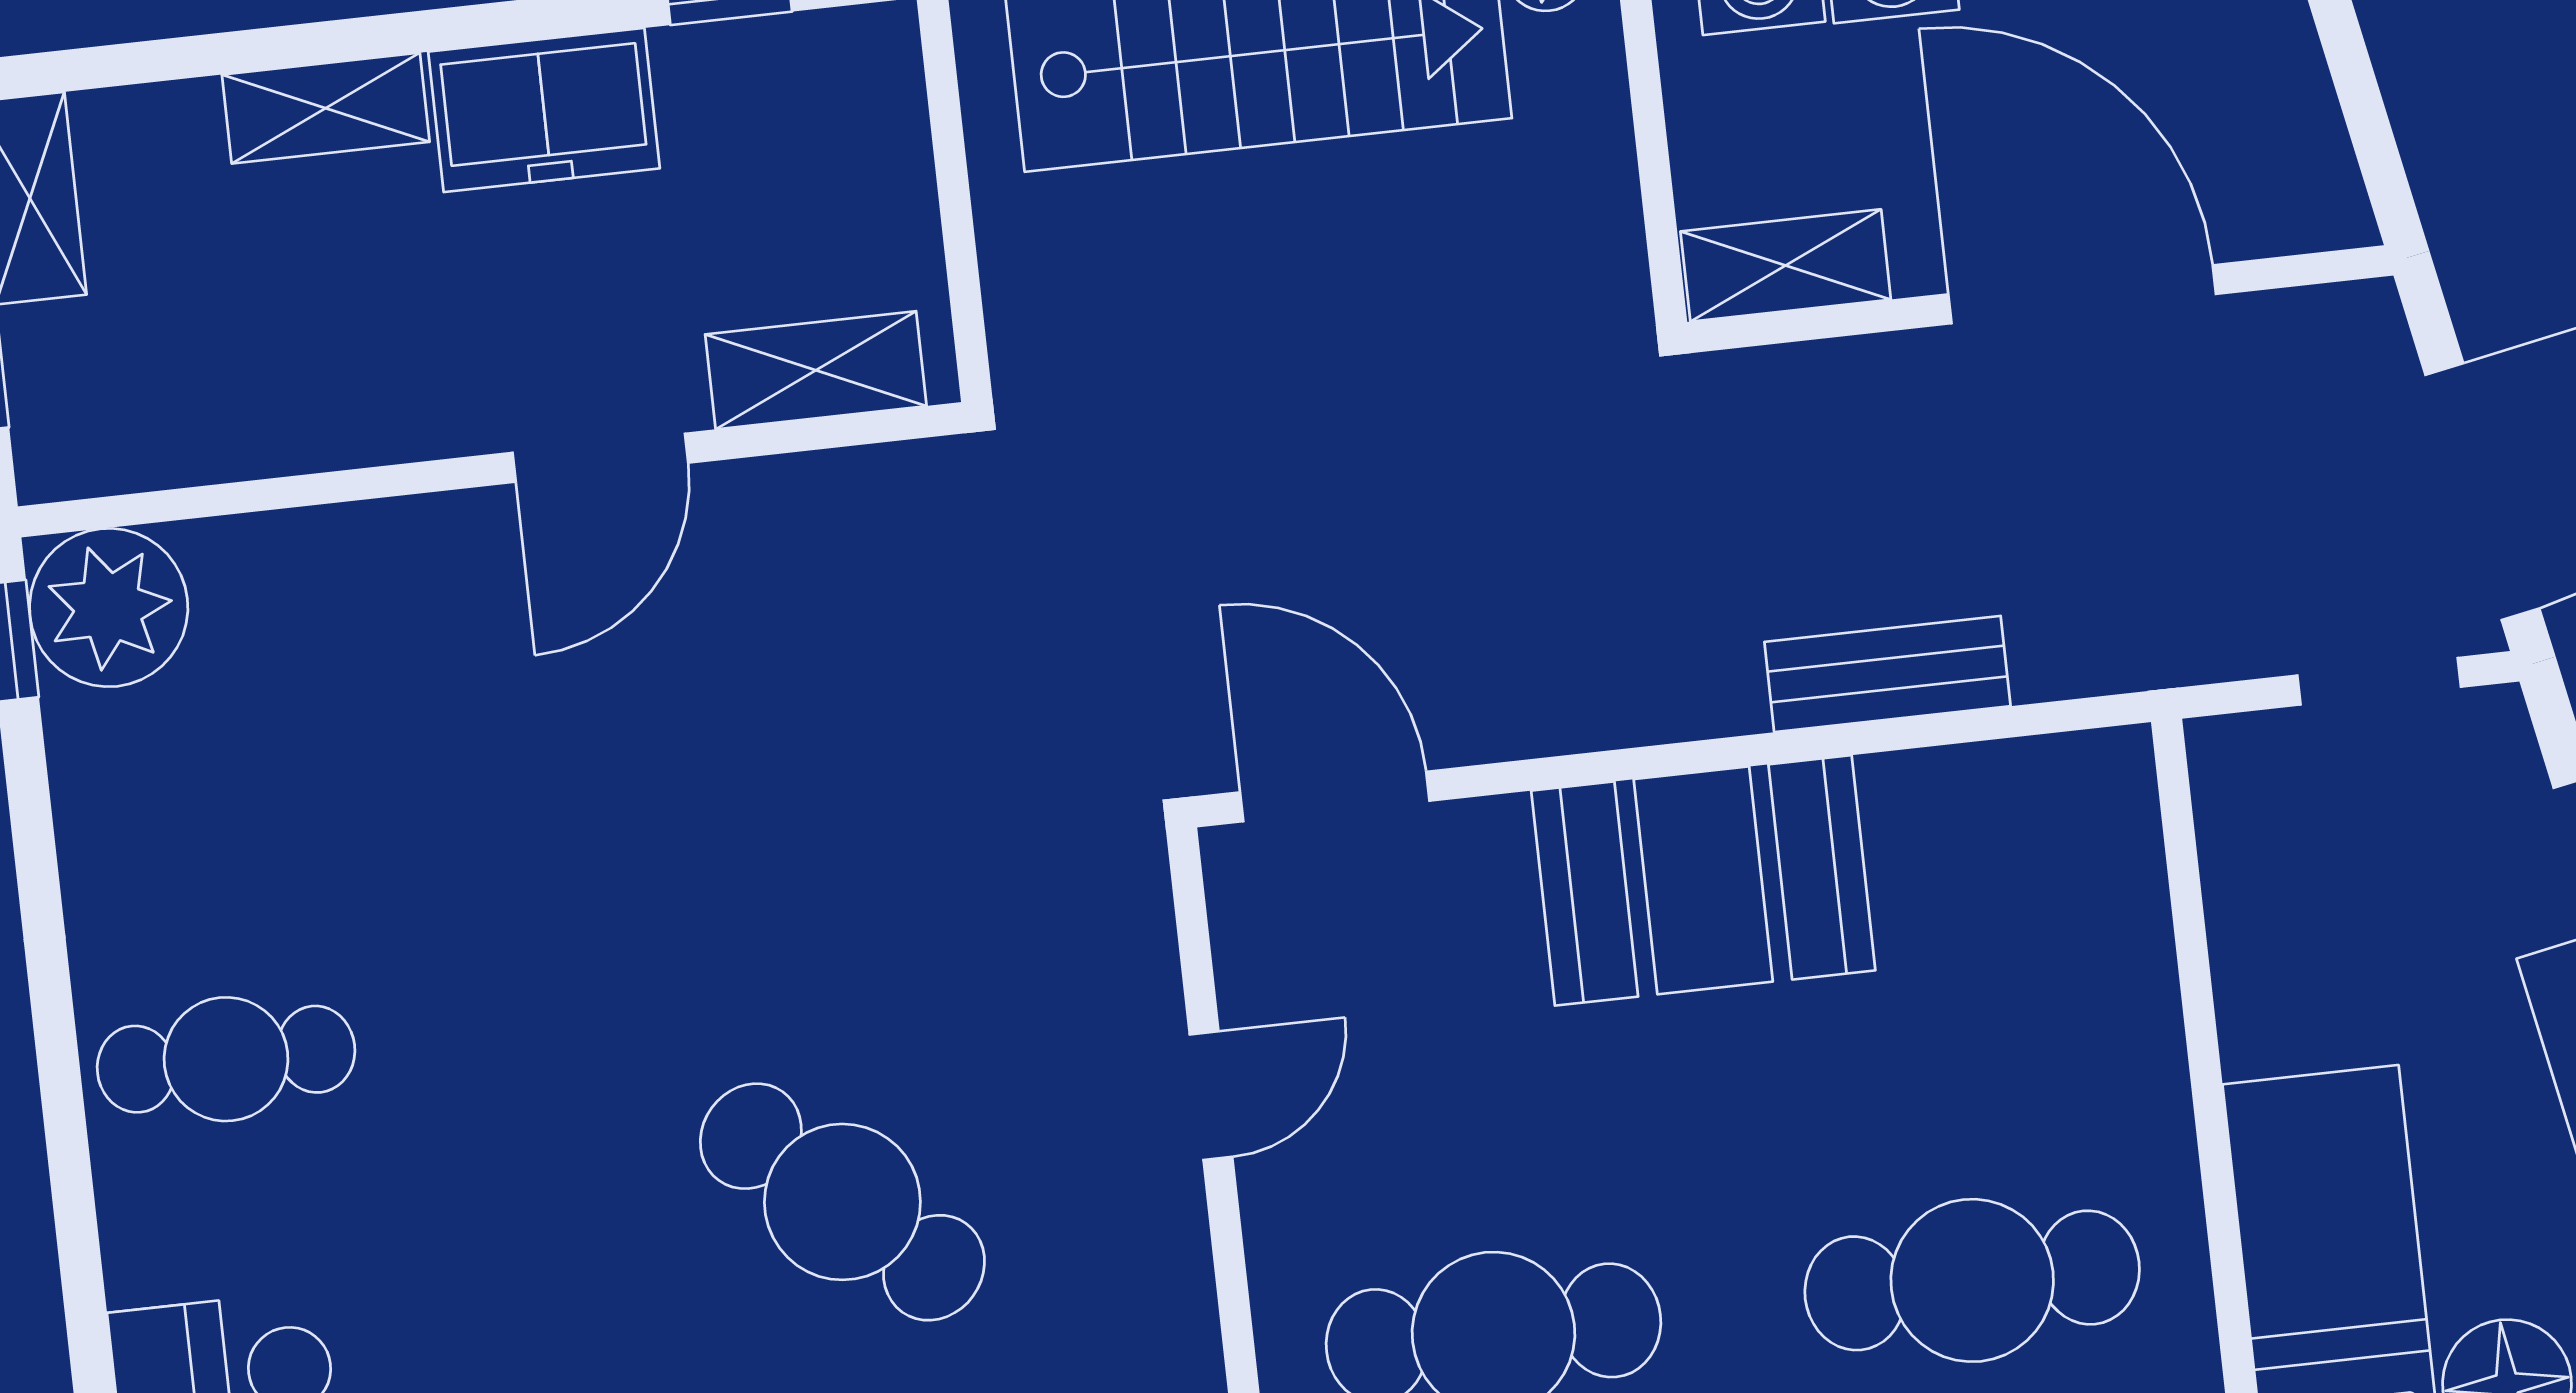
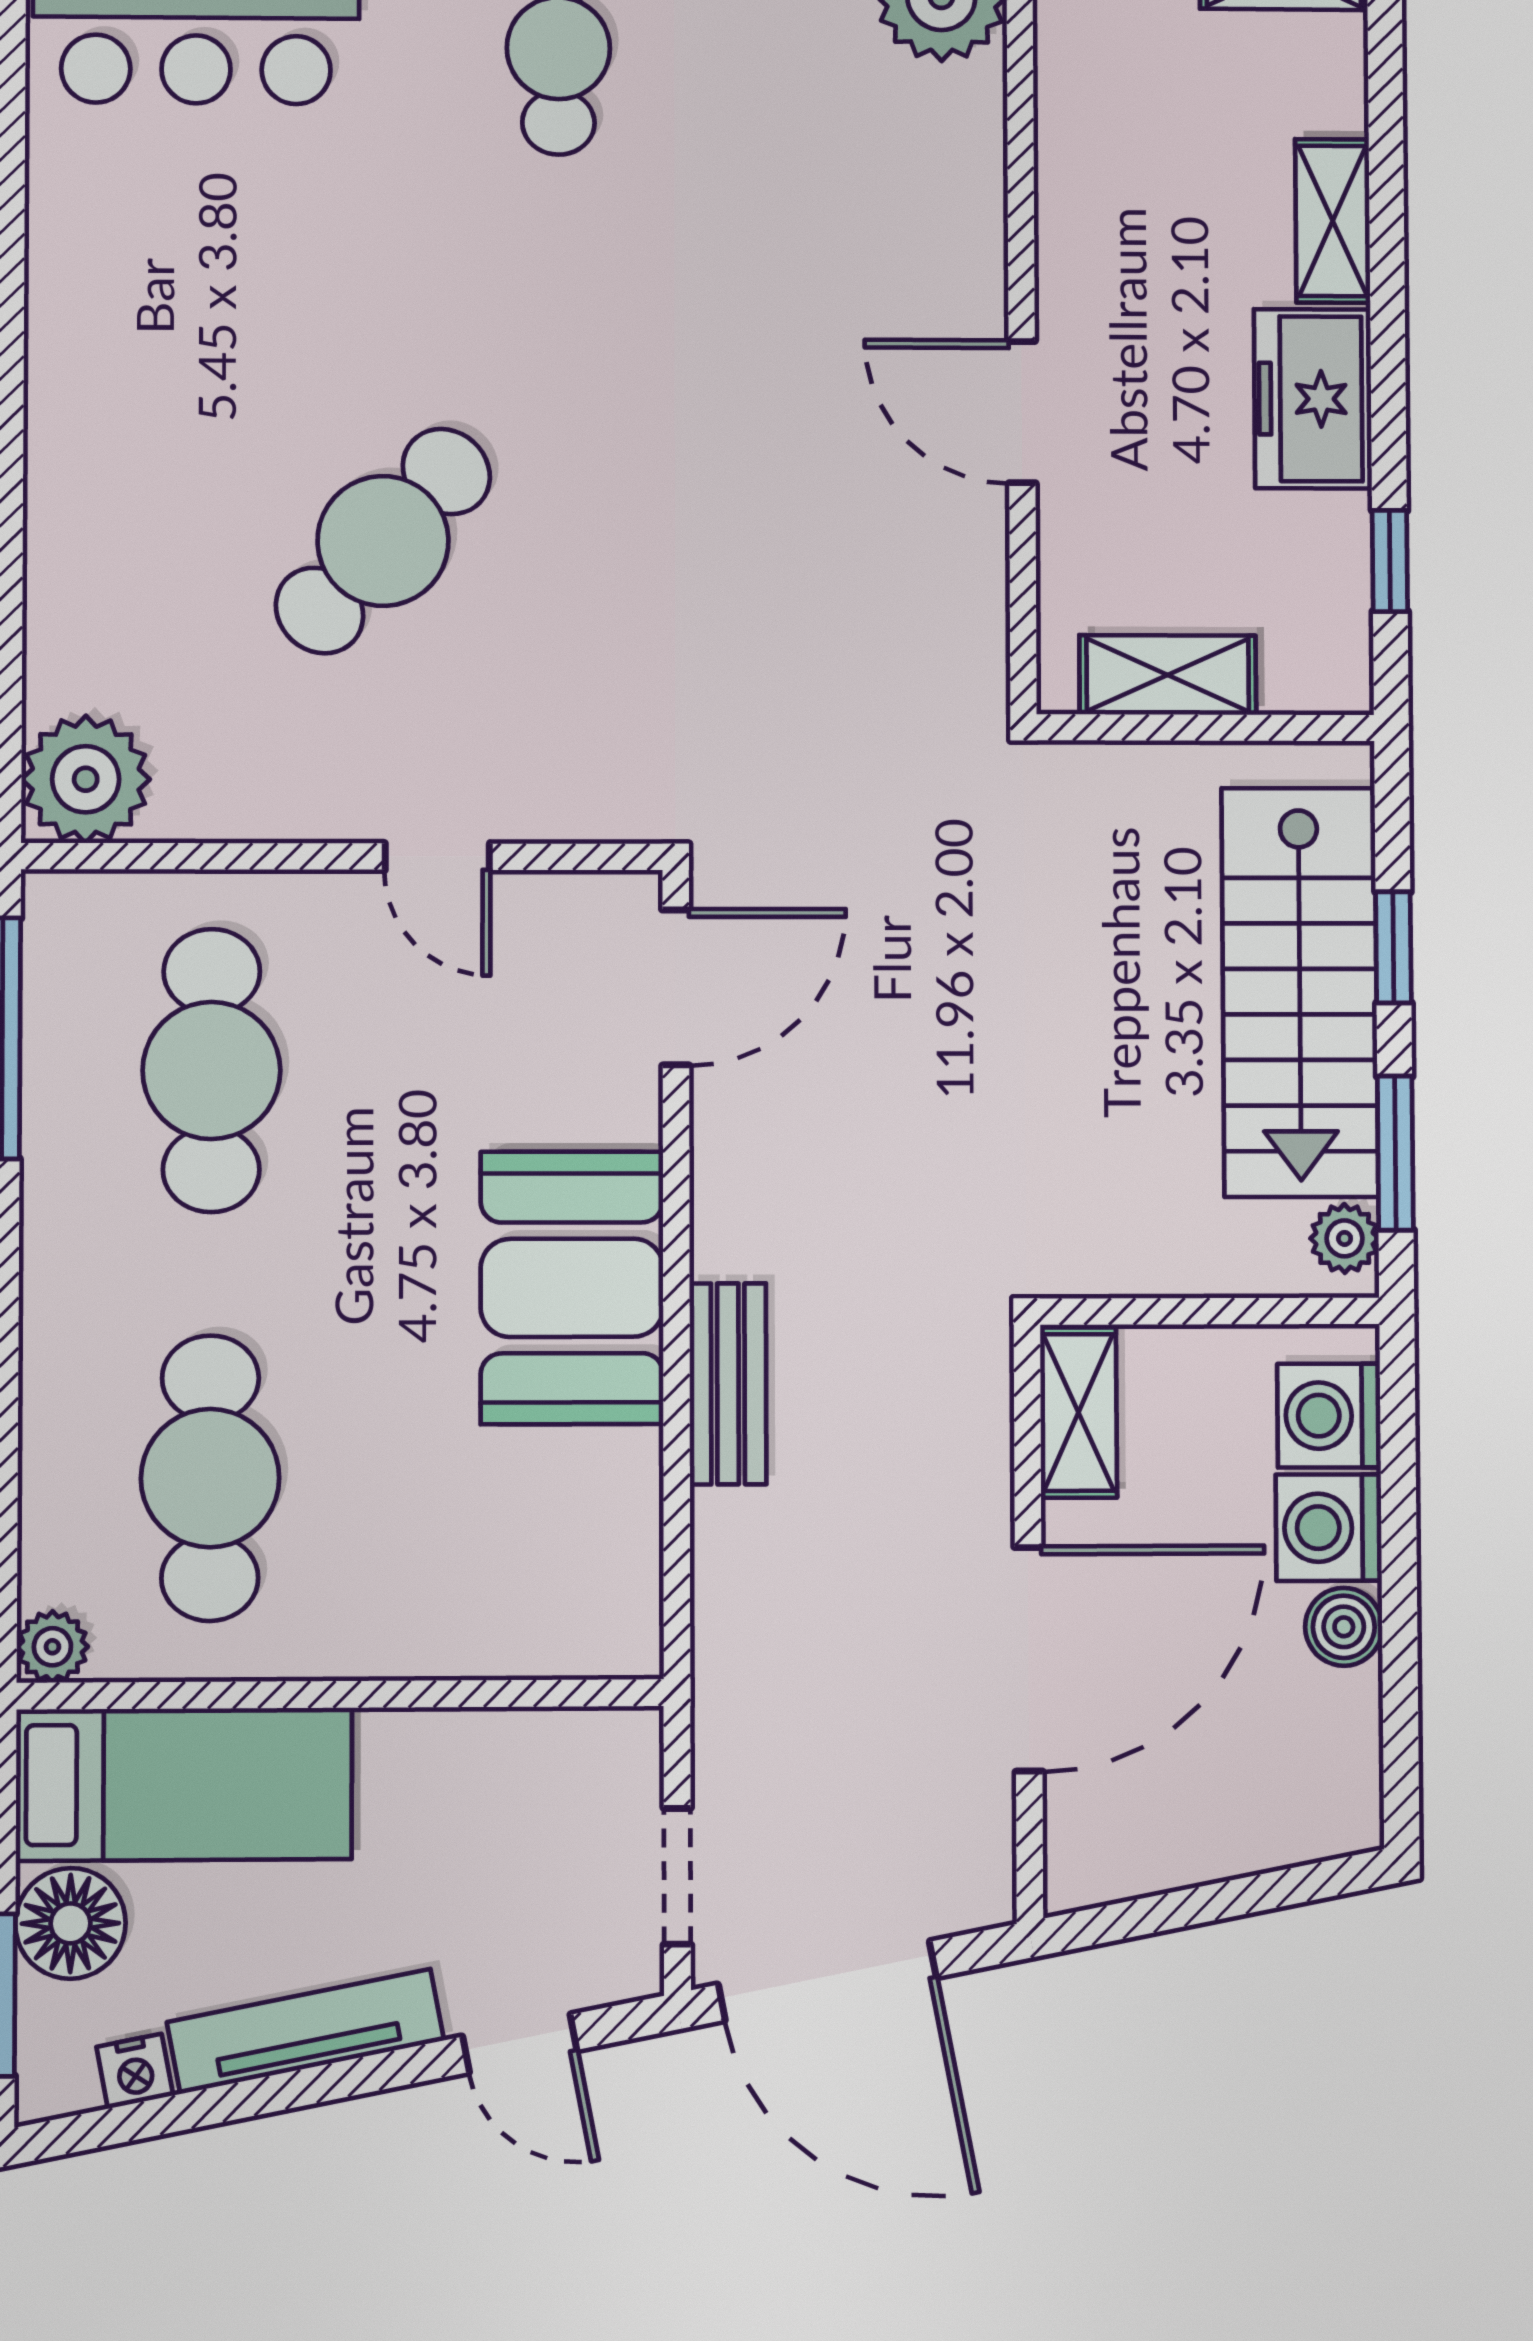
shelving: (816, 370) -> (1168, 675), moved, turned 90
bench: (1887, 674) -> (728, 1384), moved

